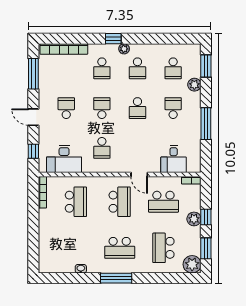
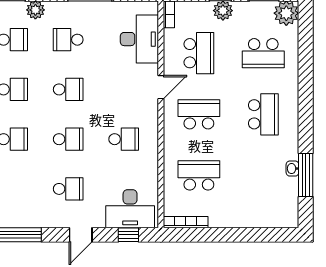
school desk: (66, 108) -> (68, 189), turned 180
school desk: (102, 108) -> (68, 139), turned 180
desk: (64, 159) -> (130, 209), moved, turned 90
desk: (174, 159) -> (139, 39), width x1.37
window: (116, 278) -> (306, 175), moved

